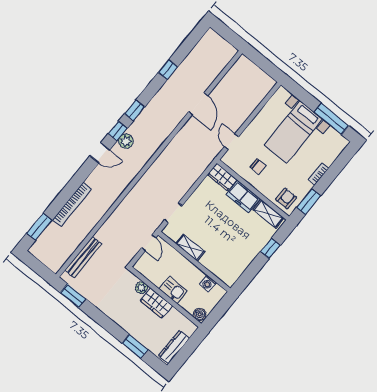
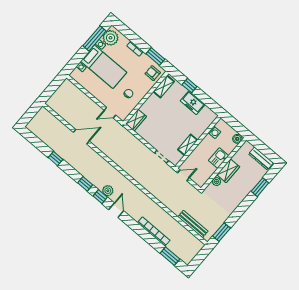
plant: (333, 140) -> (111, 38), added
freezer: (243, 197) -> (193, 103), moved, turned 90

